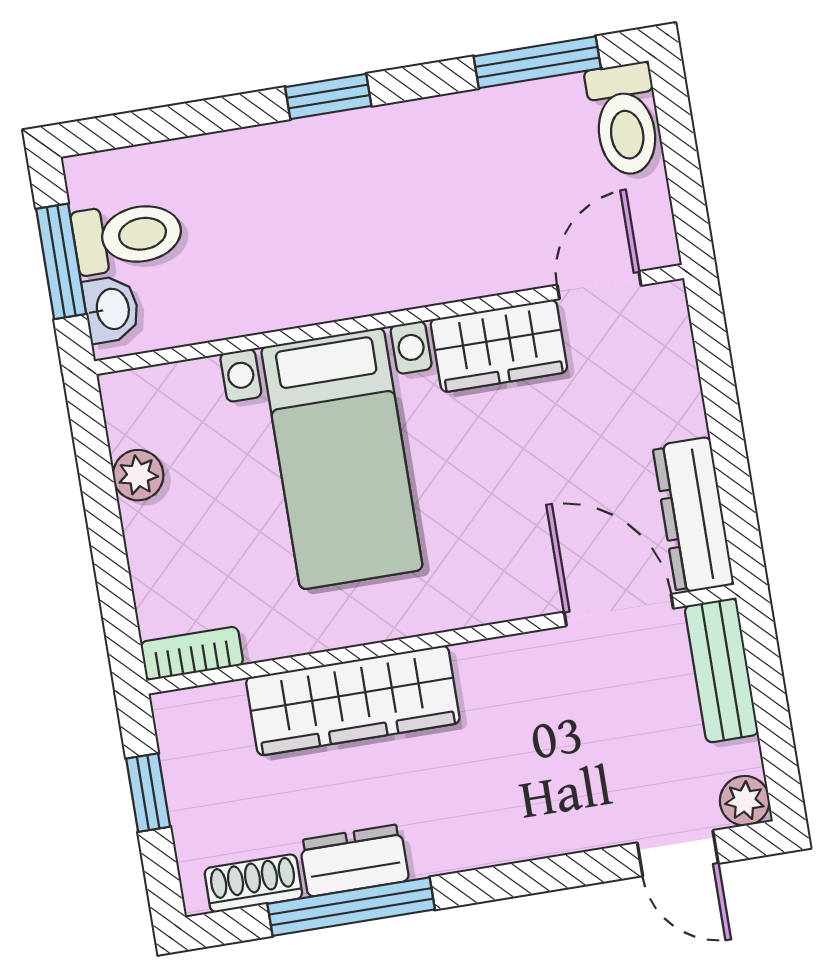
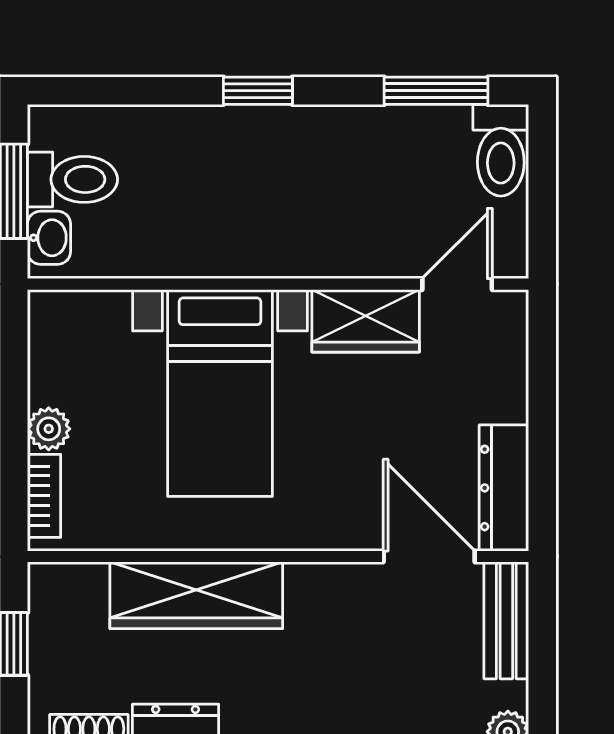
plant: (138, 475) -> (49, 429), moved
bookcase: (192, 653) -> (44, 496), moved, turned 90

